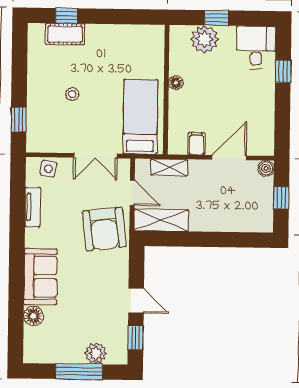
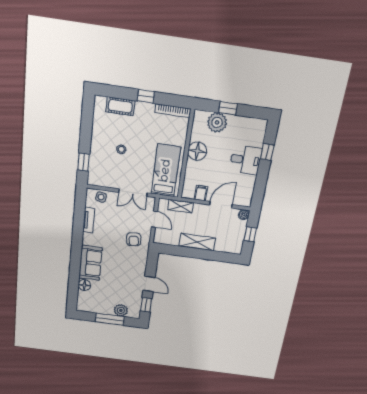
window: (67, 16) -> (146, 96), moved
bookcase: (140, 31) -> (173, 111), added
desk: (256, 47) -> (246, 160), moved, turned 90
floor lamp: (176, 83) -> (197, 151), width x1.89, depth x1.89
shelving: (161, 220) -> (197, 242), moved
armchair: (104, 229) -> (134, 239), width x0.53, depth x0.53

